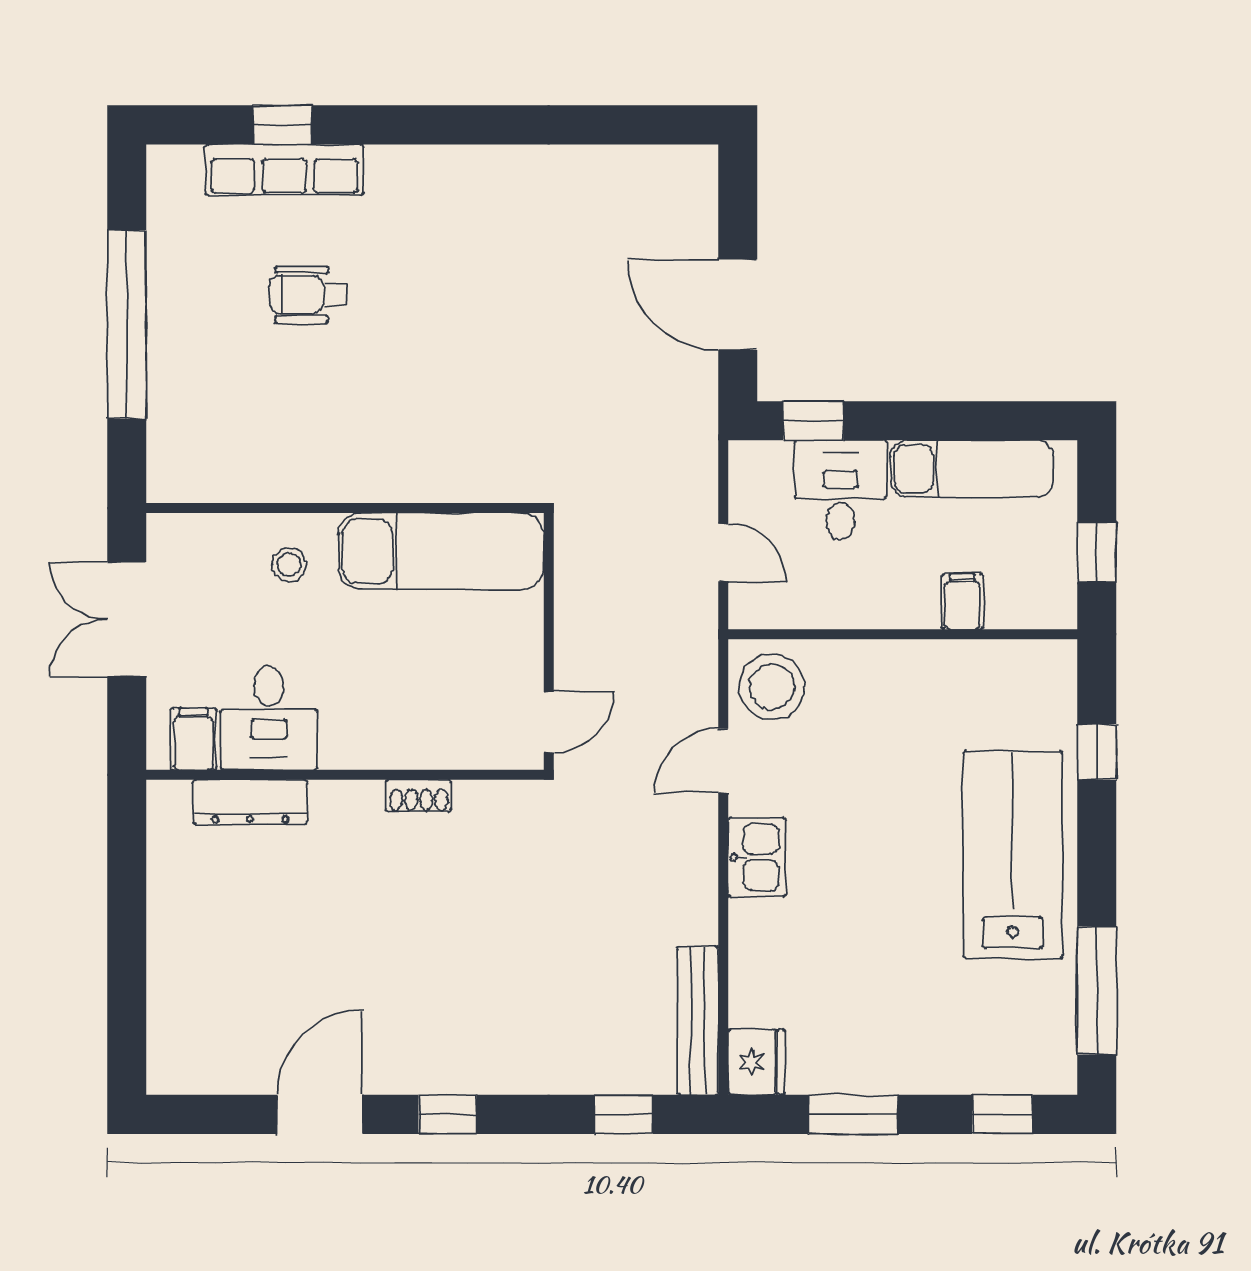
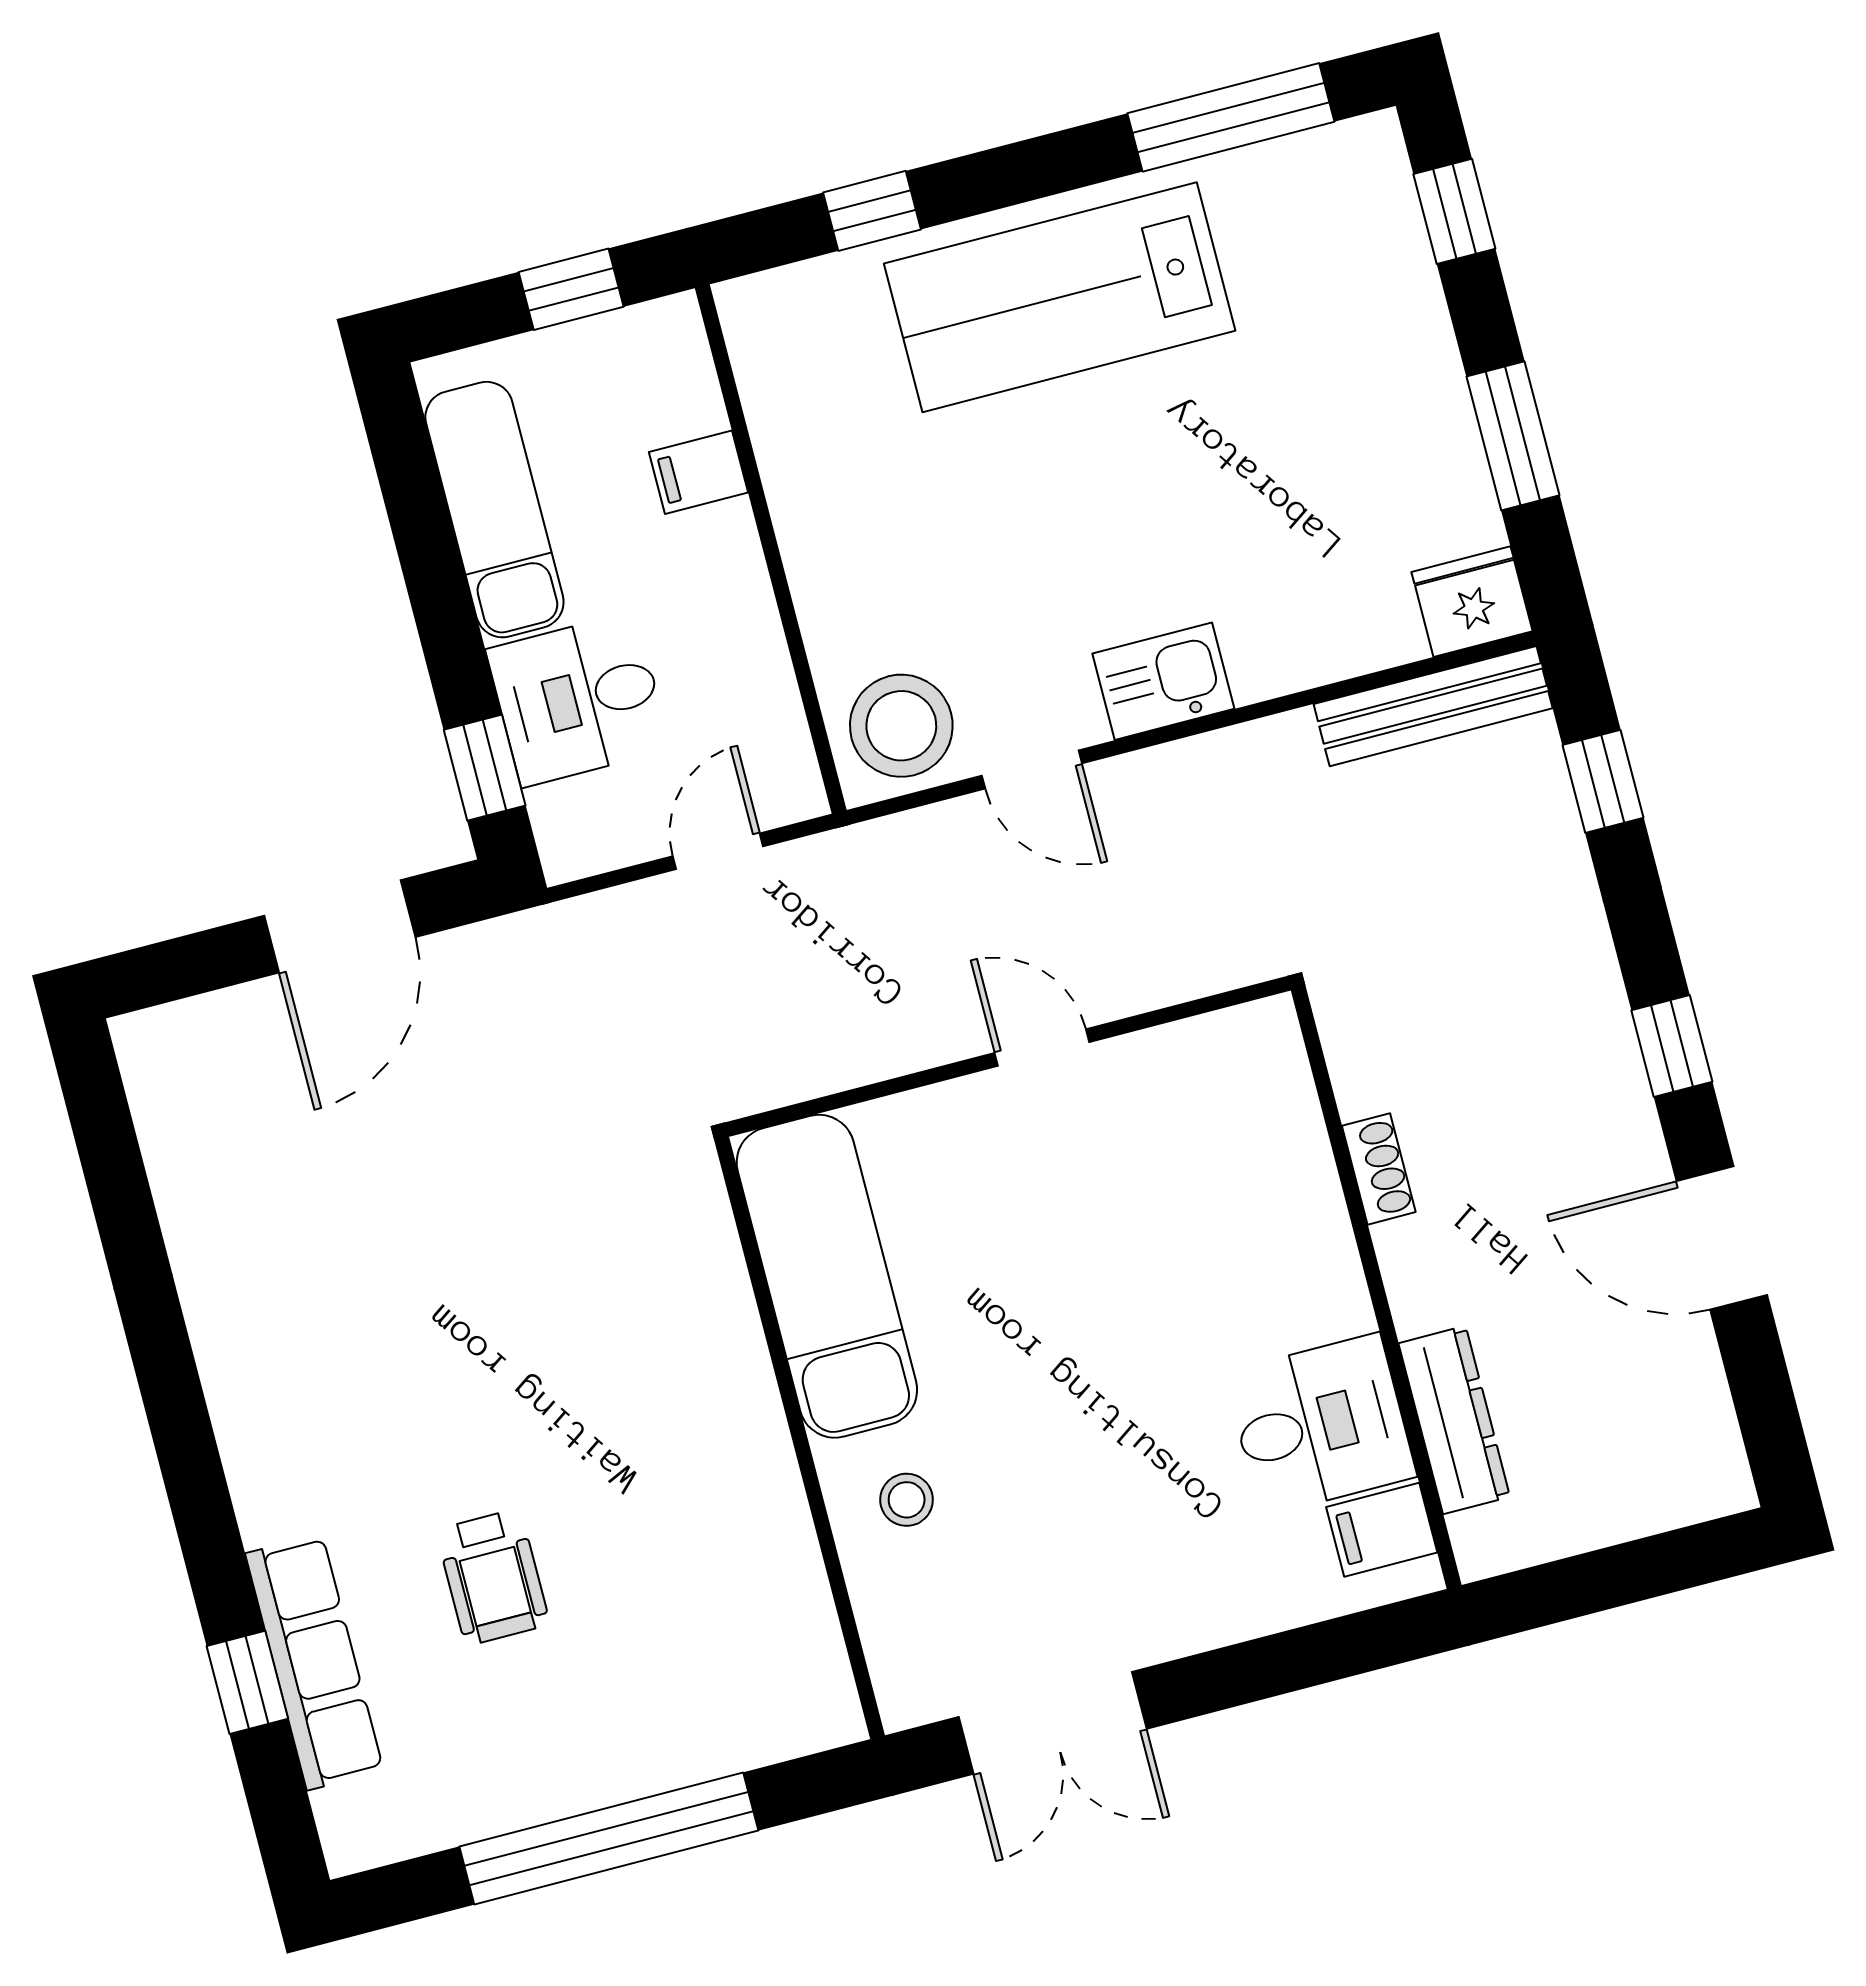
desk: (269, 718) -> (1320, 1425), moved
filing cabinet: (193, 739) -> (1382, 1530), moved
wall: (345, 775) -> (1376, 1288), moved
shoe rack: (418, 796) -> (1379, 1169), moved
dresser: (250, 802) -> (1454, 1420), moved

